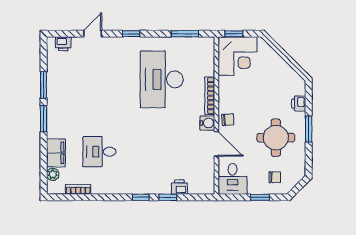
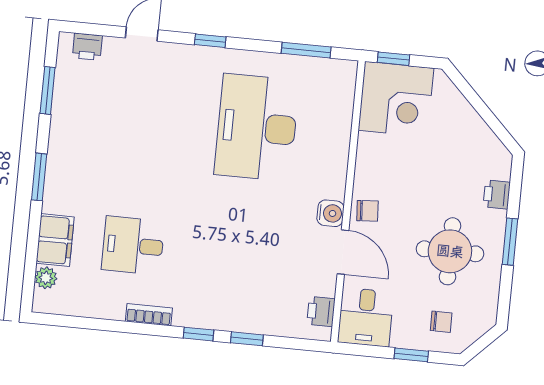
window: (44, 85) -> (48, 90), moved
bookcase: (210, 96) -> (340, 165), removed
printer: (179, 187) -> (321, 311), moved, turned -90
bookcase: (78, 189) -> (149, 315), moved

